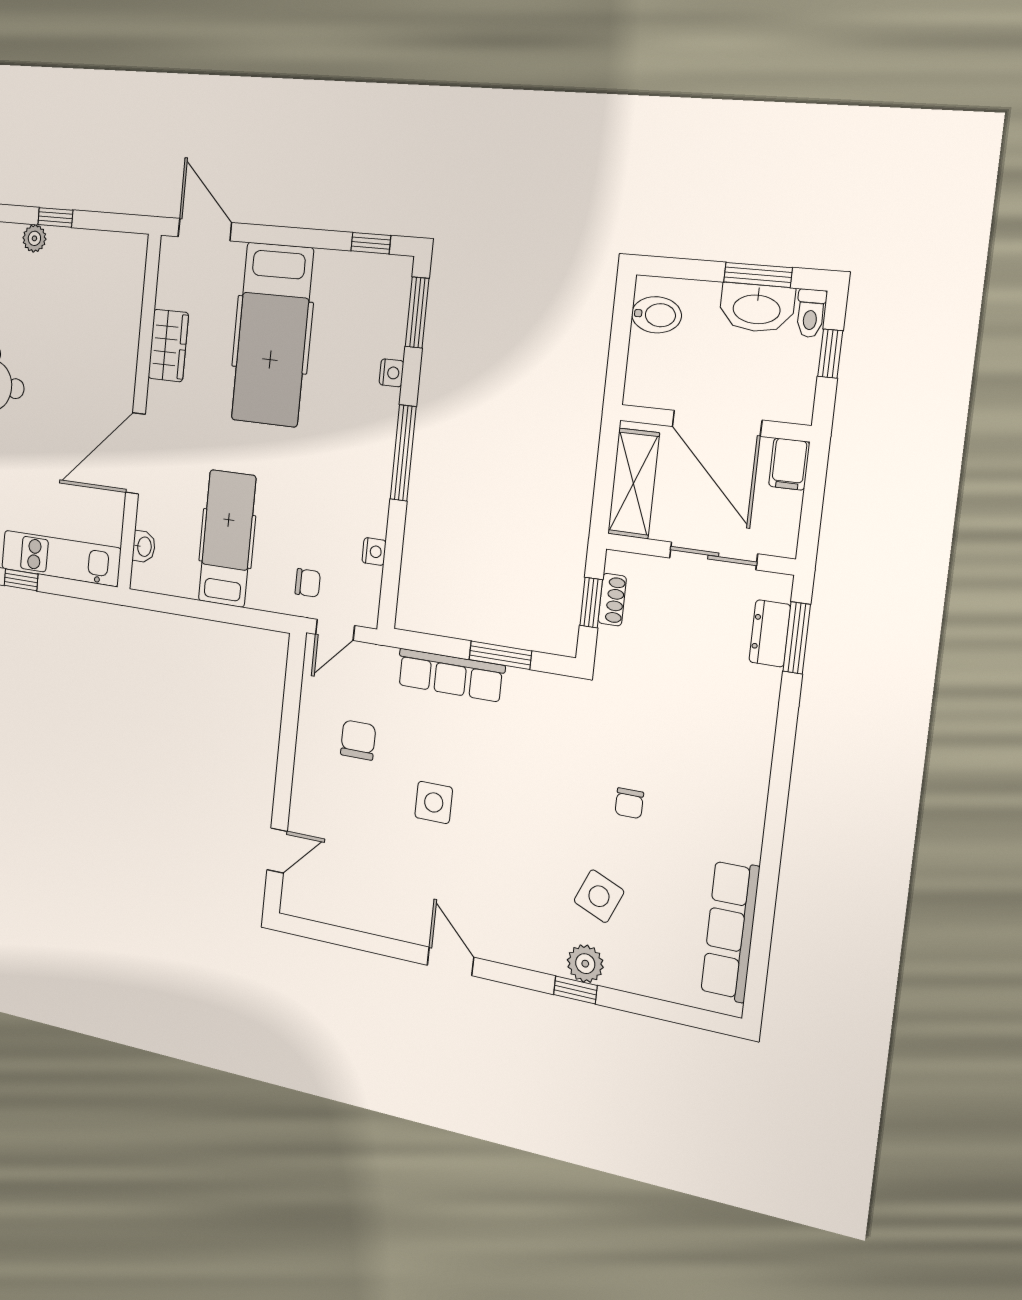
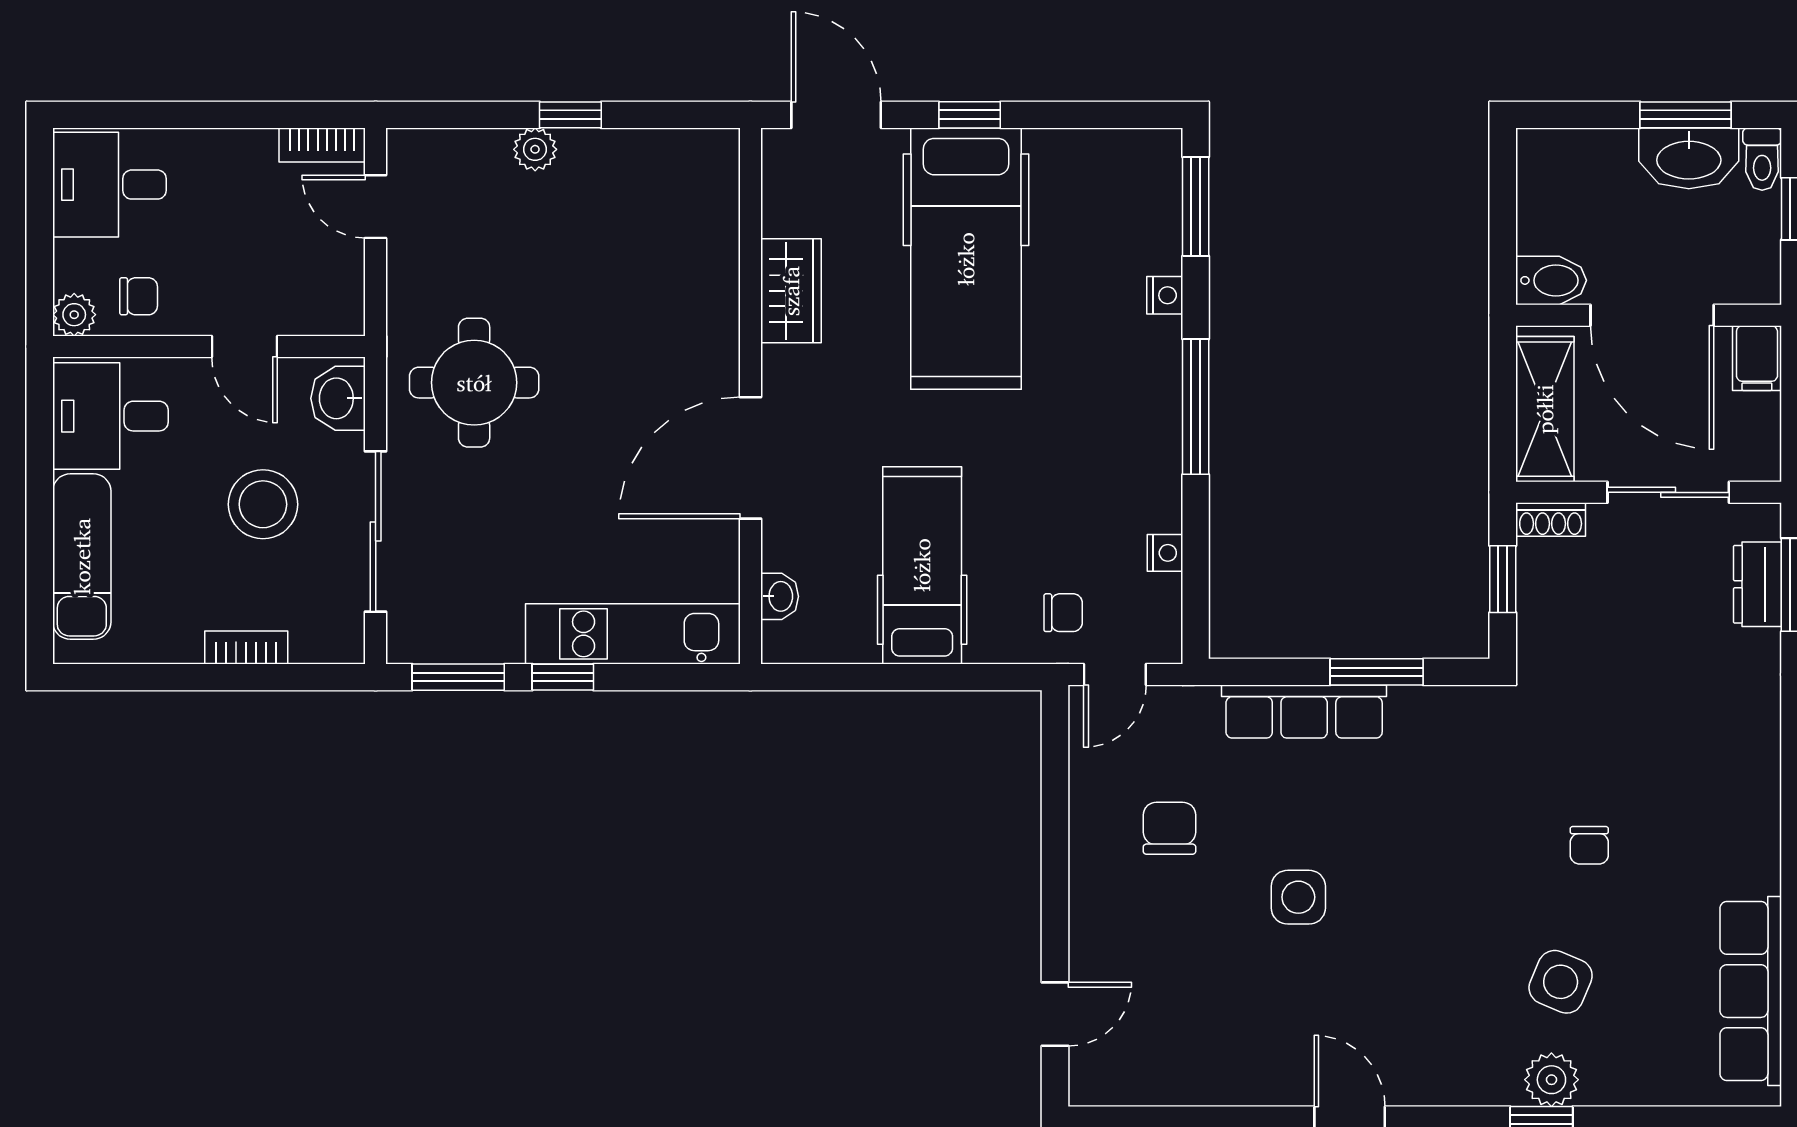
window: (371, 243) -> (970, 115), moved
bidet: (656, 315) -> (1551, 280), moved
shoe rack: (612, 600) -> (1551, 520), moved, turned 90

